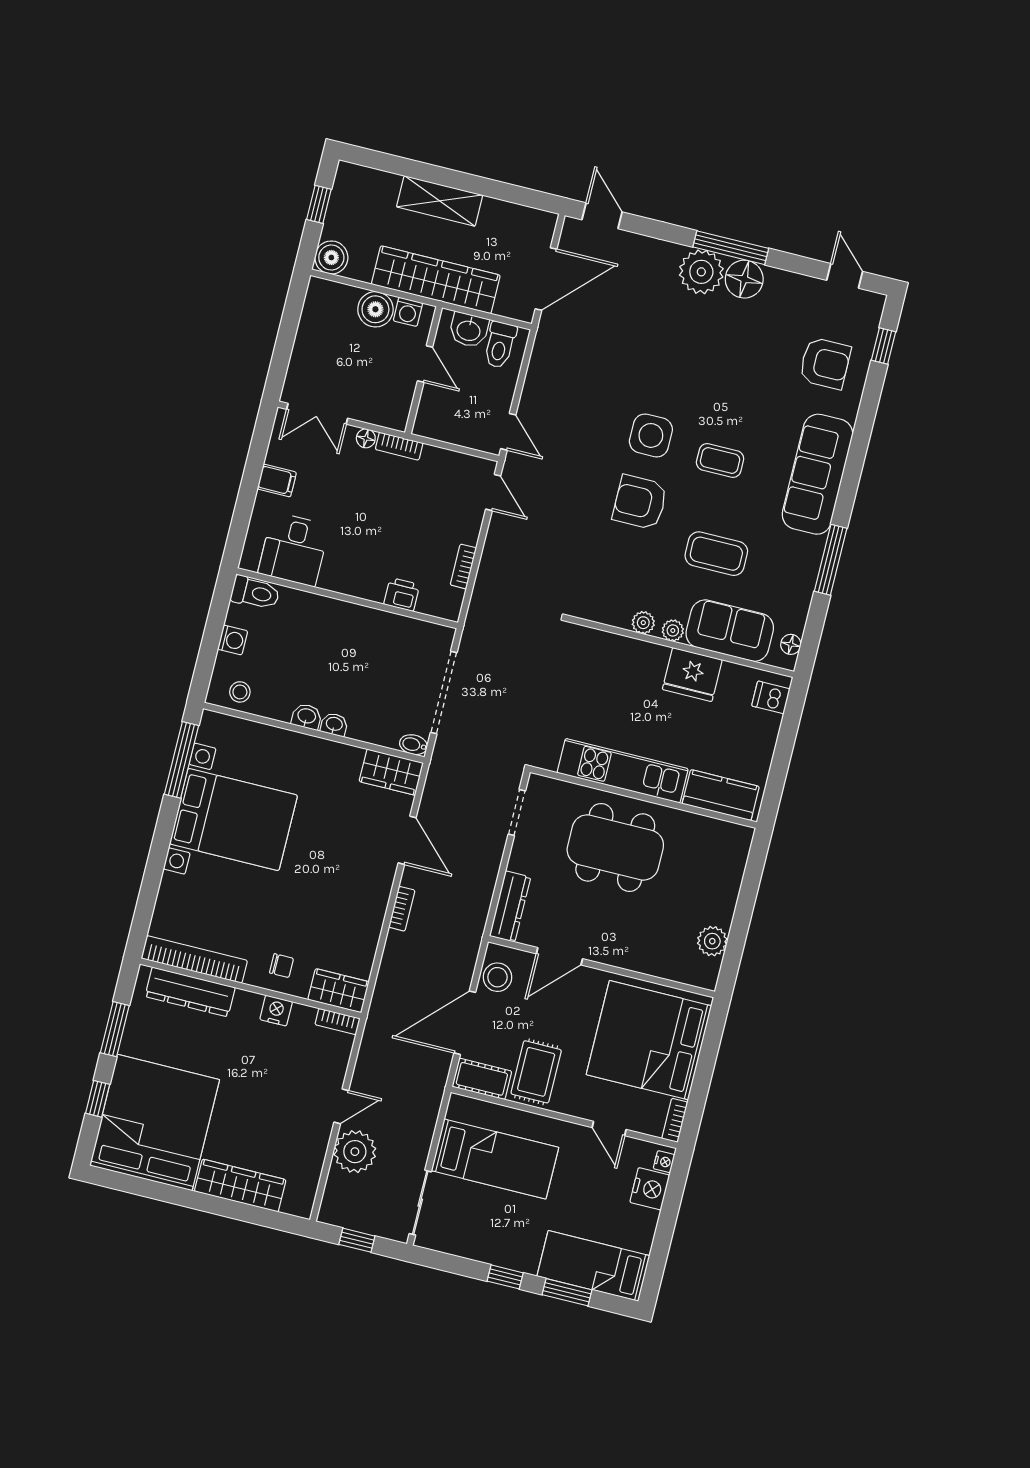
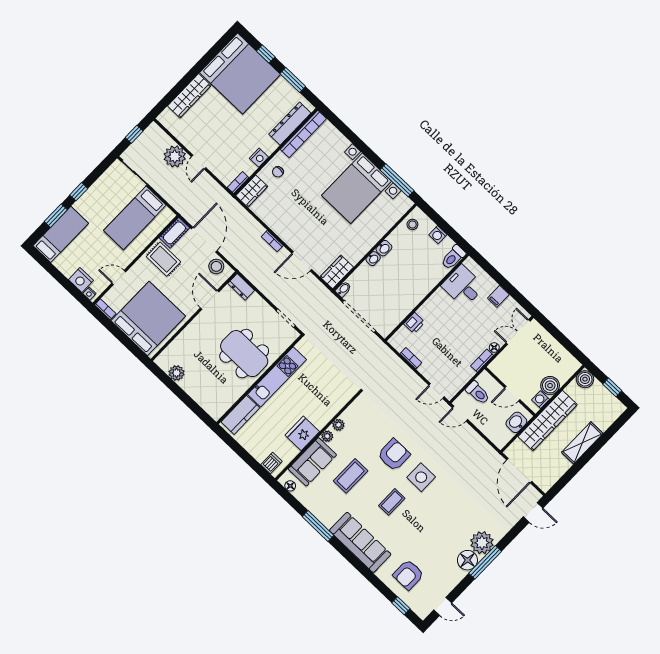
toilet: (500, 345) -> (478, 393), moved, turned 180
dining table: (615, 847) -> (244, 354), turned 90
dresser: (510, 906) -> (241, 287), width x0.70

